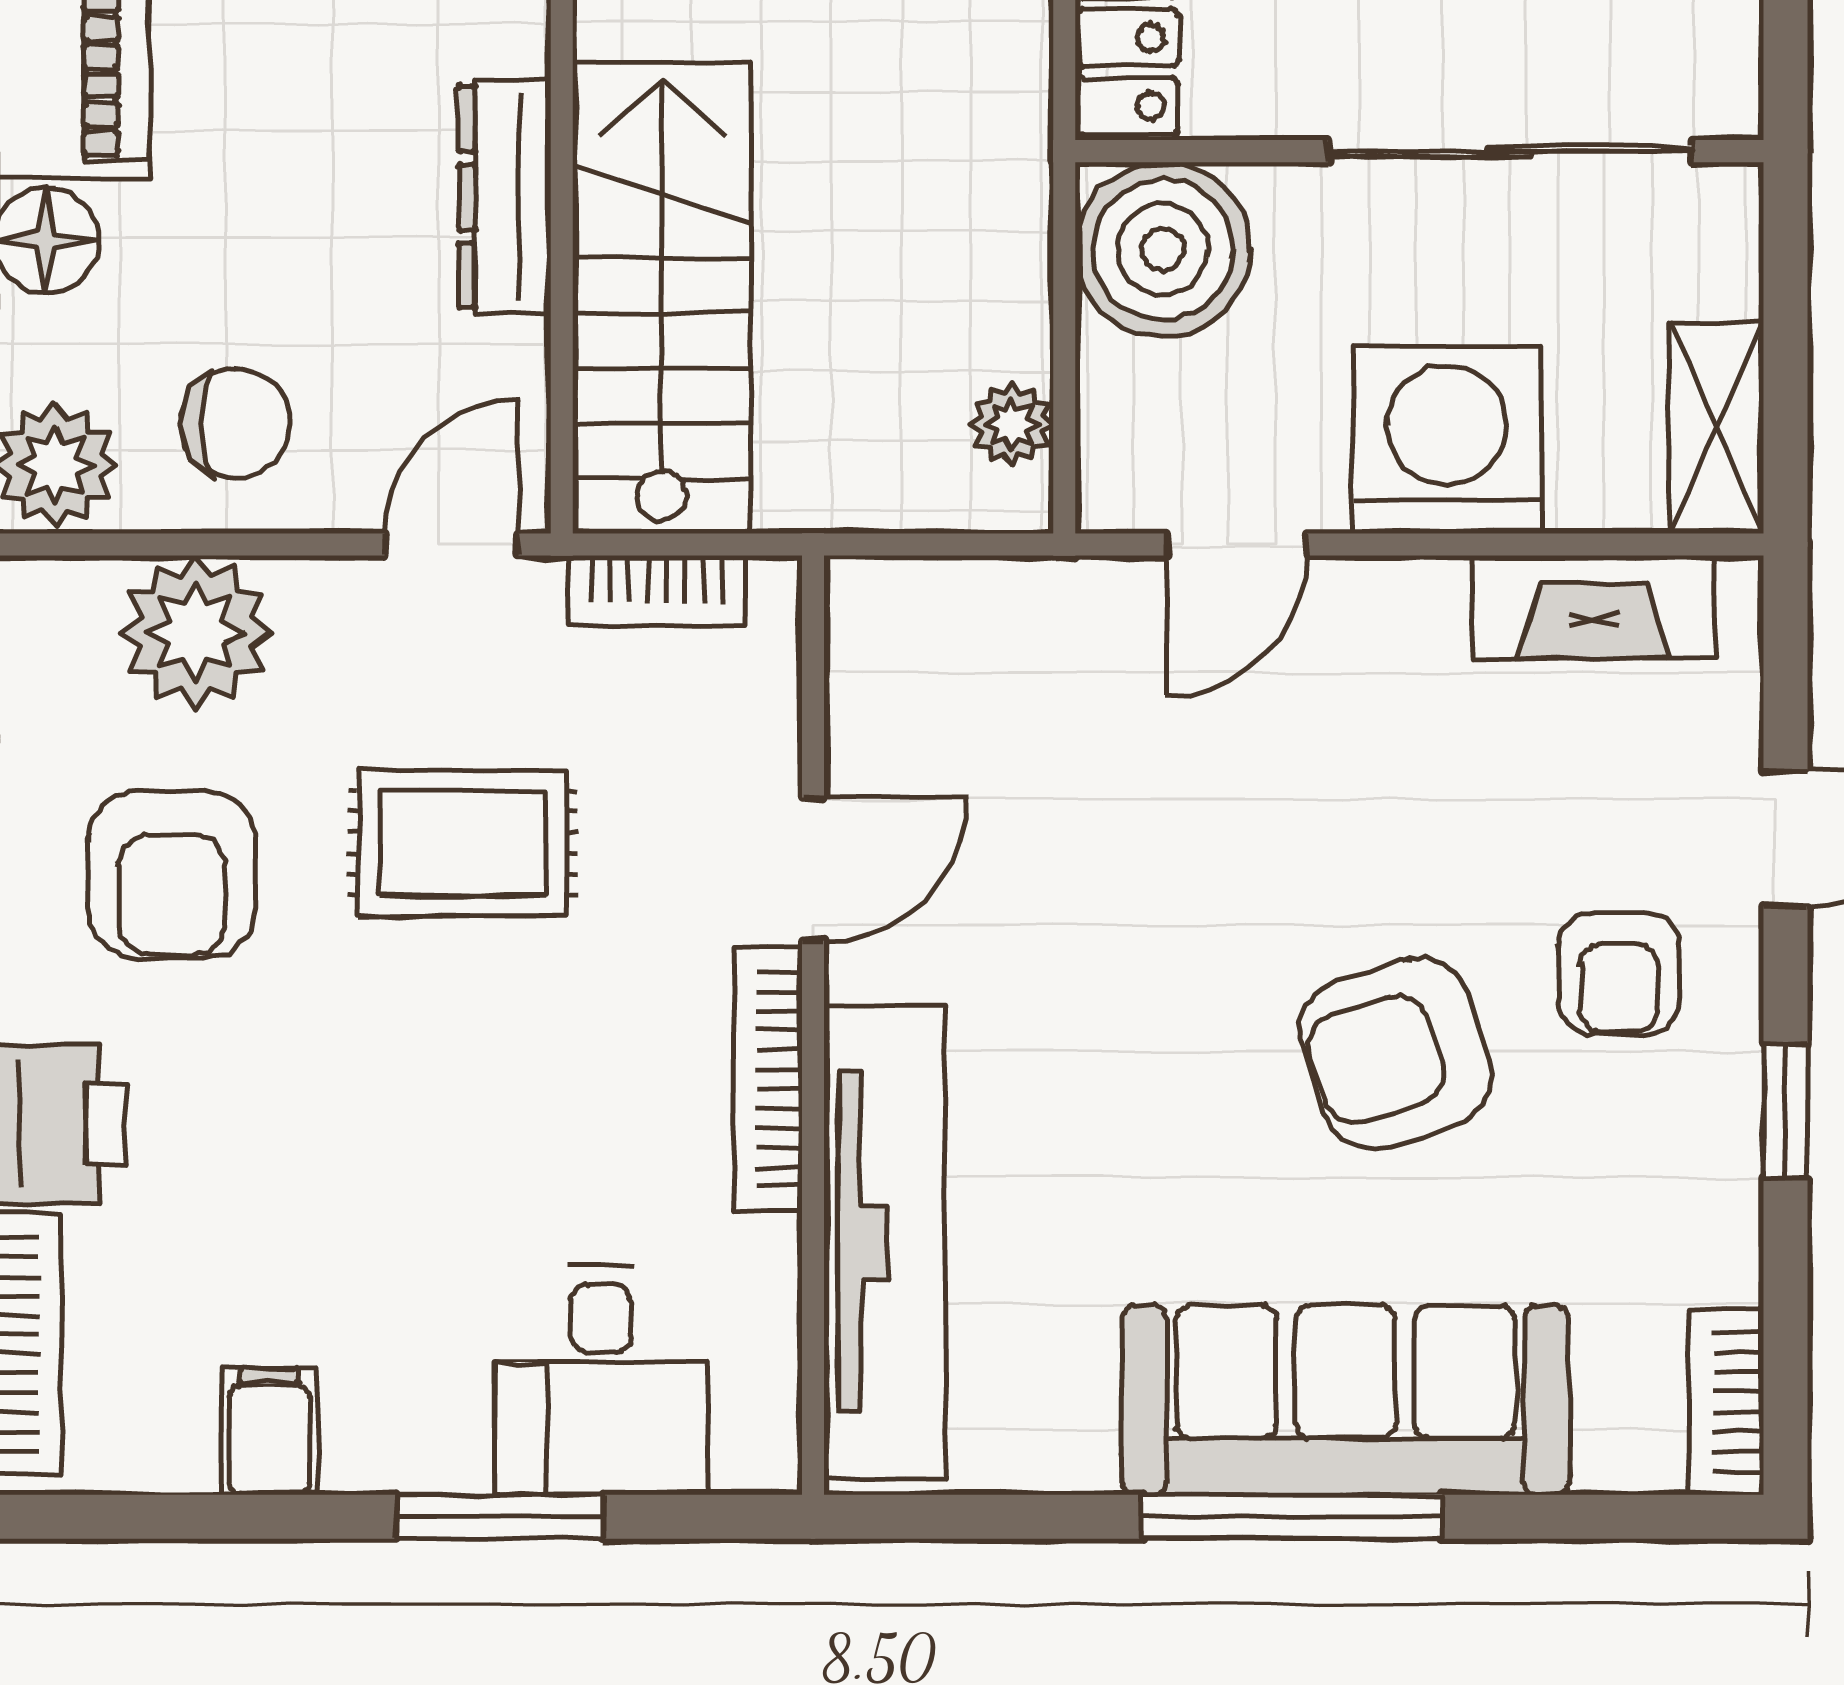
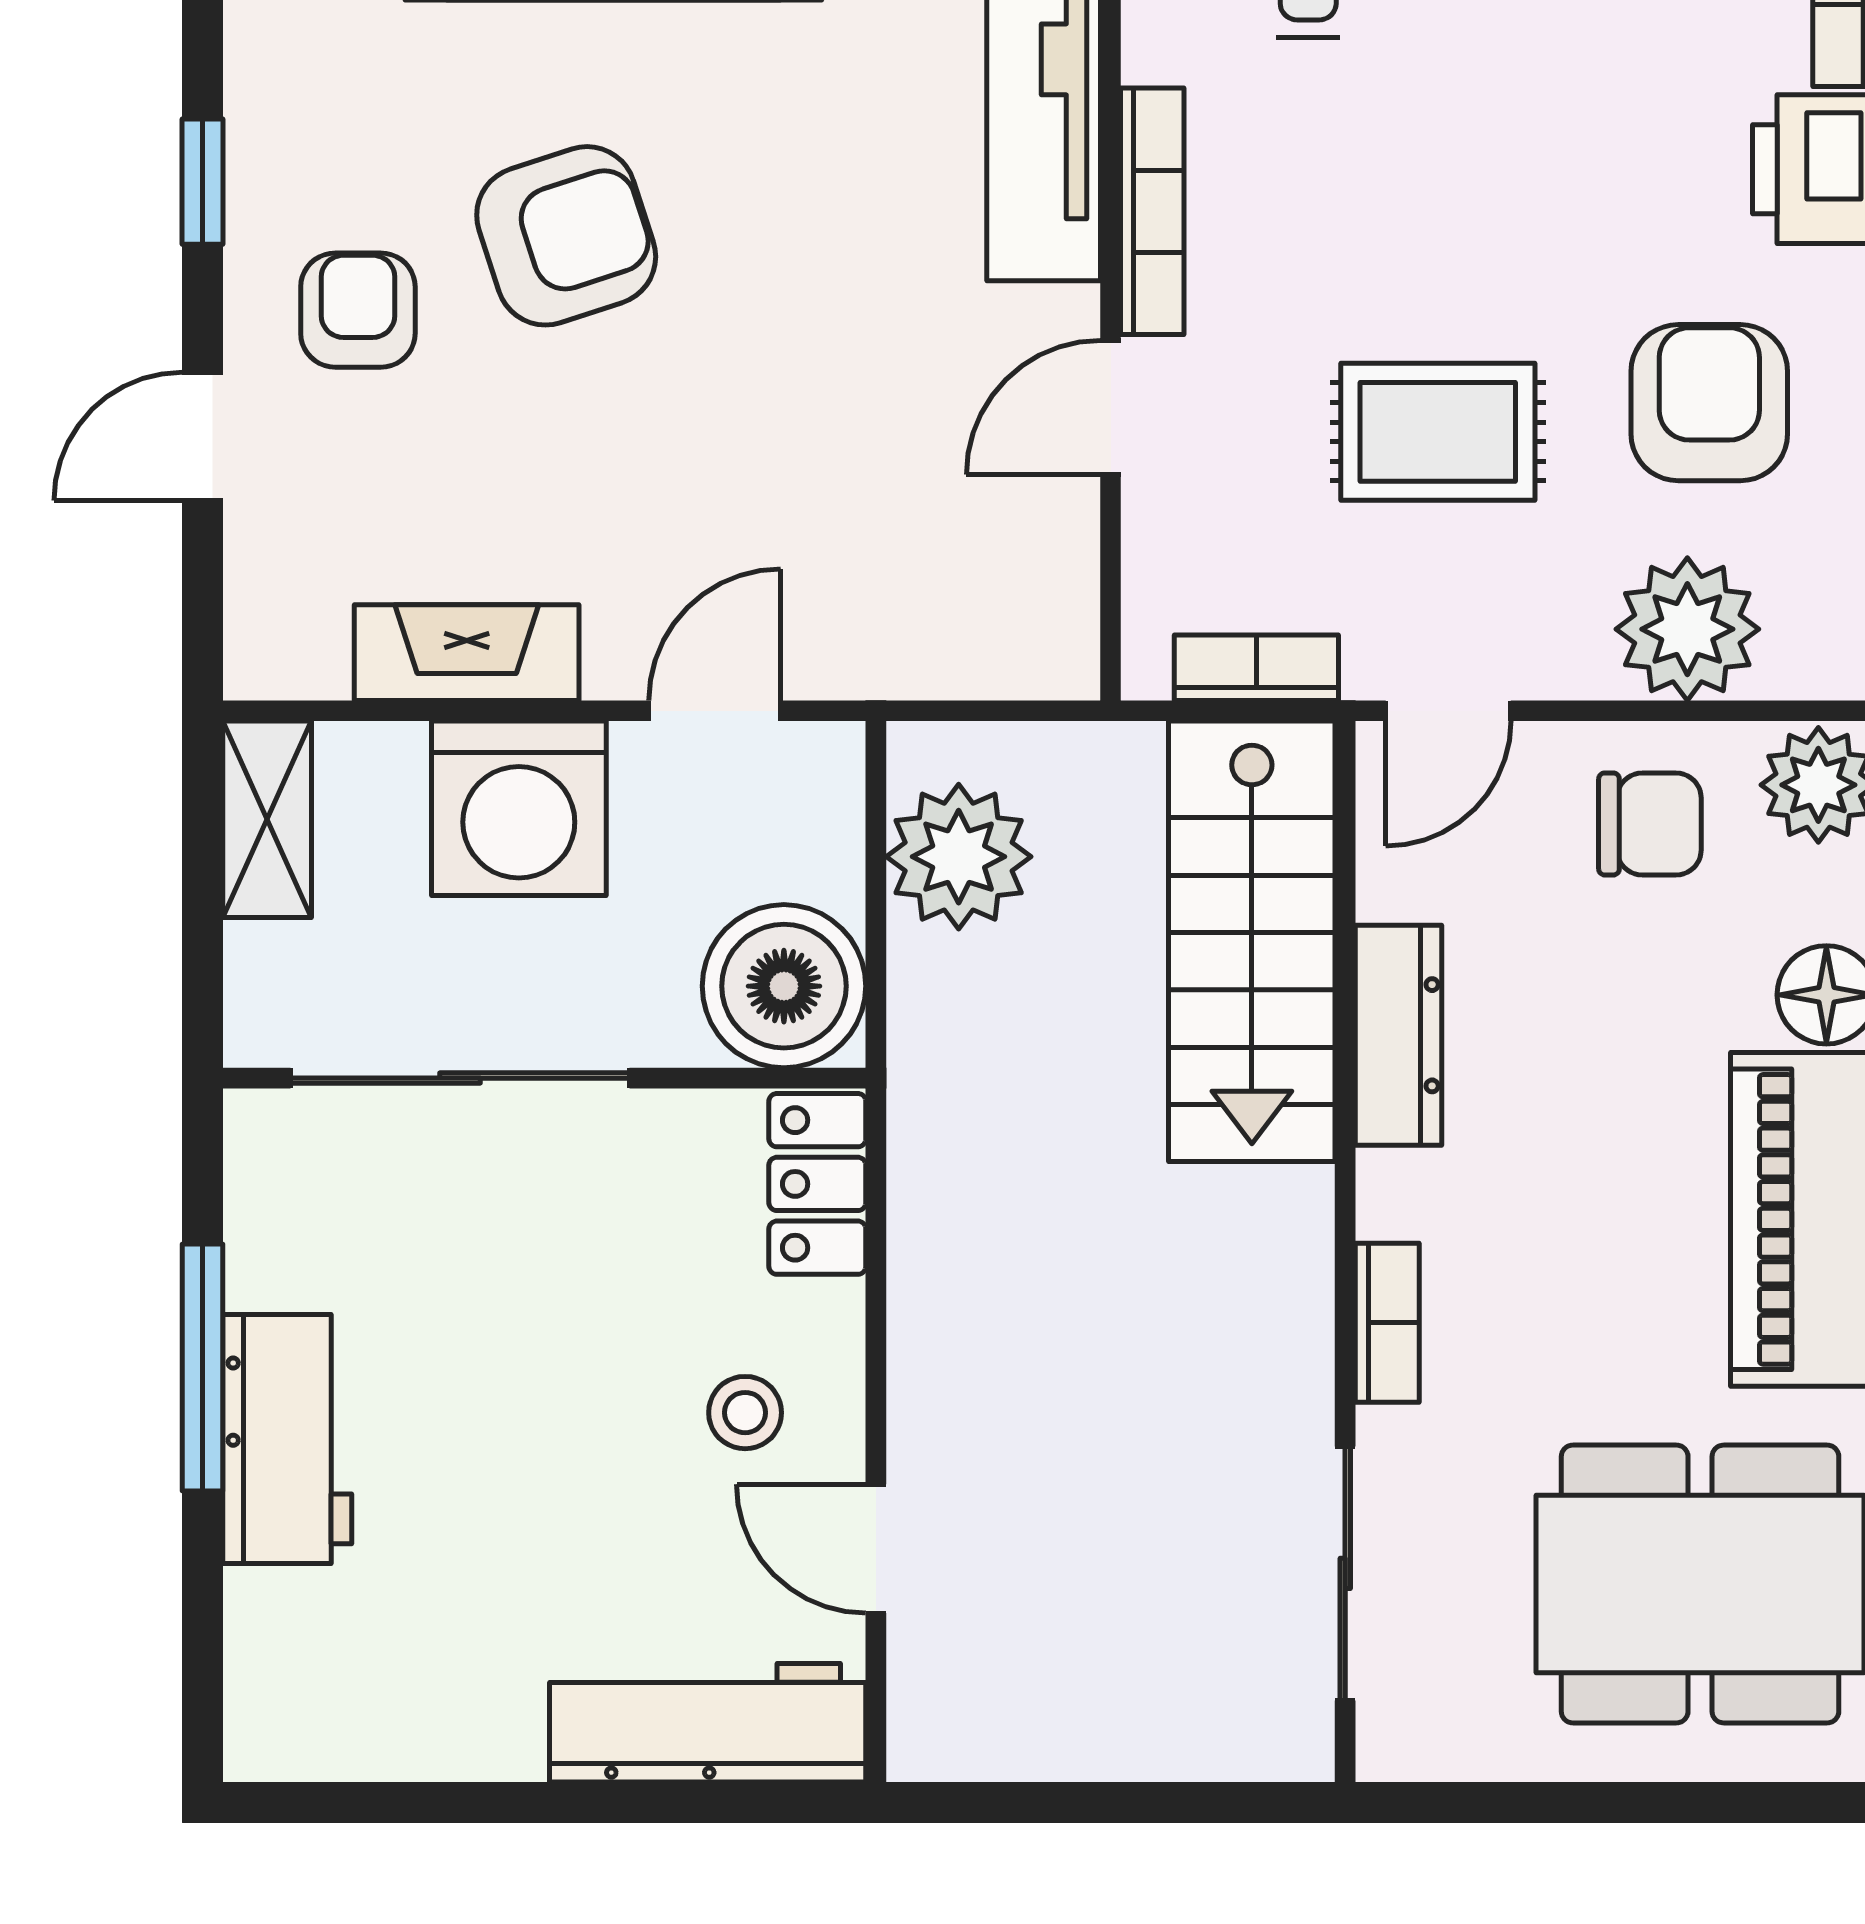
chair: (235, 423) -> (1650, 824), turned 180
plant: (1012, 424) -> (959, 857), width x1.87, depth x1.87
fireplace: (1594, 607) -> (467, 653), moved

